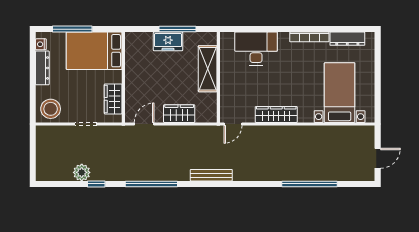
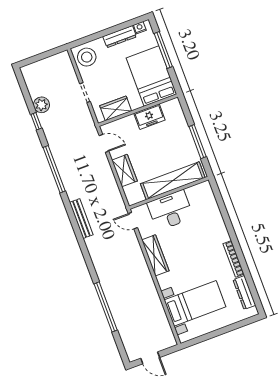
freezer: (168, 41) -> (149, 117), moved, turned -90
desk: (256, 49) -> (170, 210), moved, turned -90
shelving: (208, 69) -> (173, 181), width x1.47

